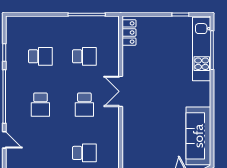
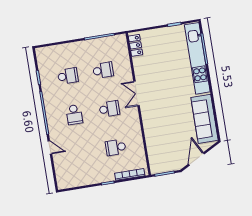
kitchen unit: (202, 49) -> (197, 58), width x1.36
school desk: (84, 105) -> (109, 109), turned -90
school desk: (84, 153) -> (116, 147), turned 180

